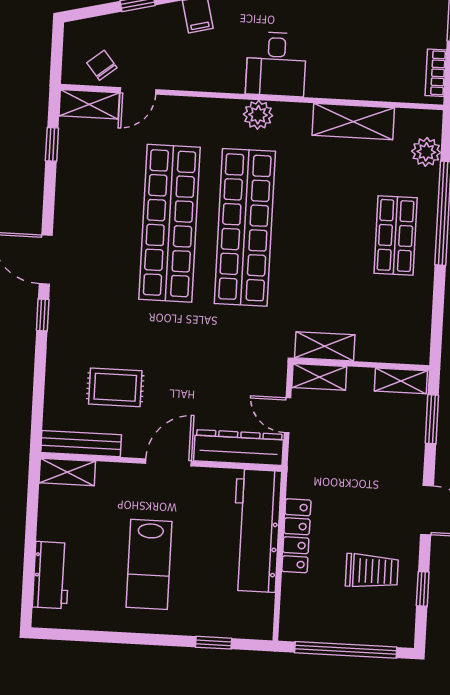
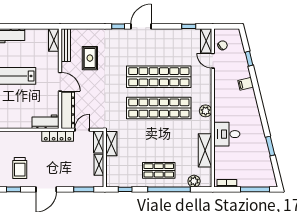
desk: (276, 64) -> (227, 134), moved
window: (437, 319) -> (125, 189), added
shelving: (401, 381) -> (99, 165), moved
workbench: (256, 531) -> (46, 122), width x0.53, depth x0.76
locker: (296, 536) -> (58, 136), moved

